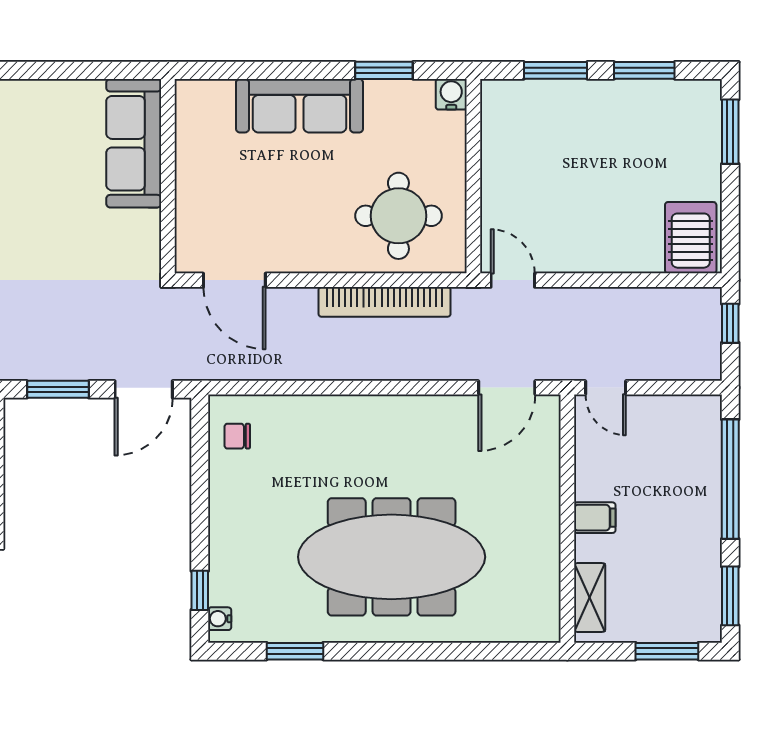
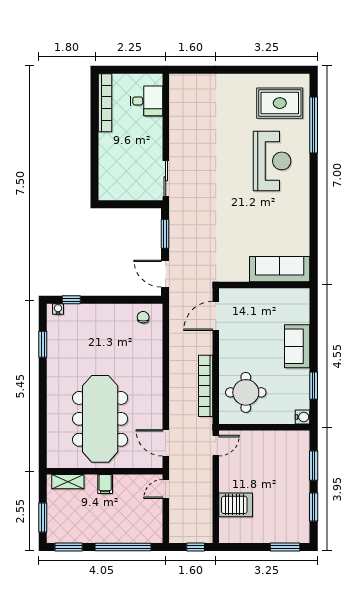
sofa: (300, 106) -> (297, 346), width x0.73
server rack: (691, 238) -> (236, 505), moved
meeting table: (392, 557) -> (100, 419), moved

